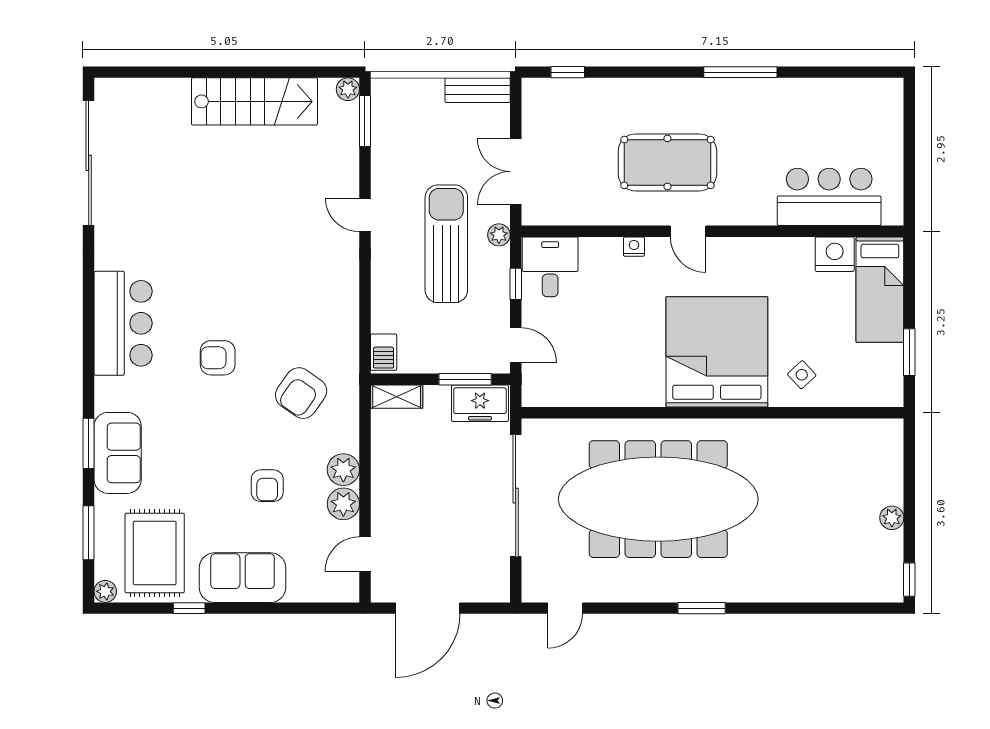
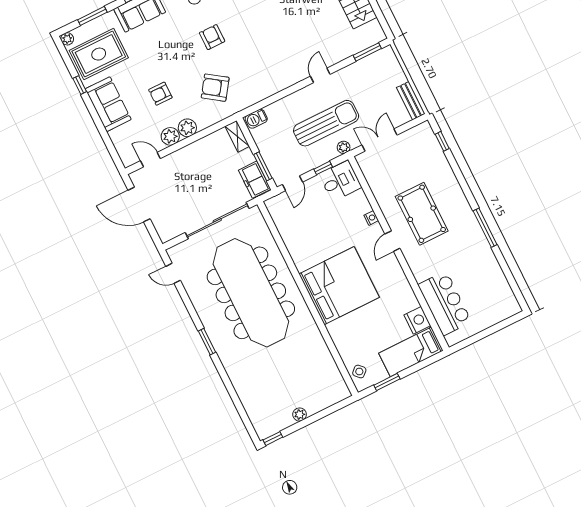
plant: (348, 89) -> (379, 35), removed
side table: (802, 375) -> (359, 371), moved

